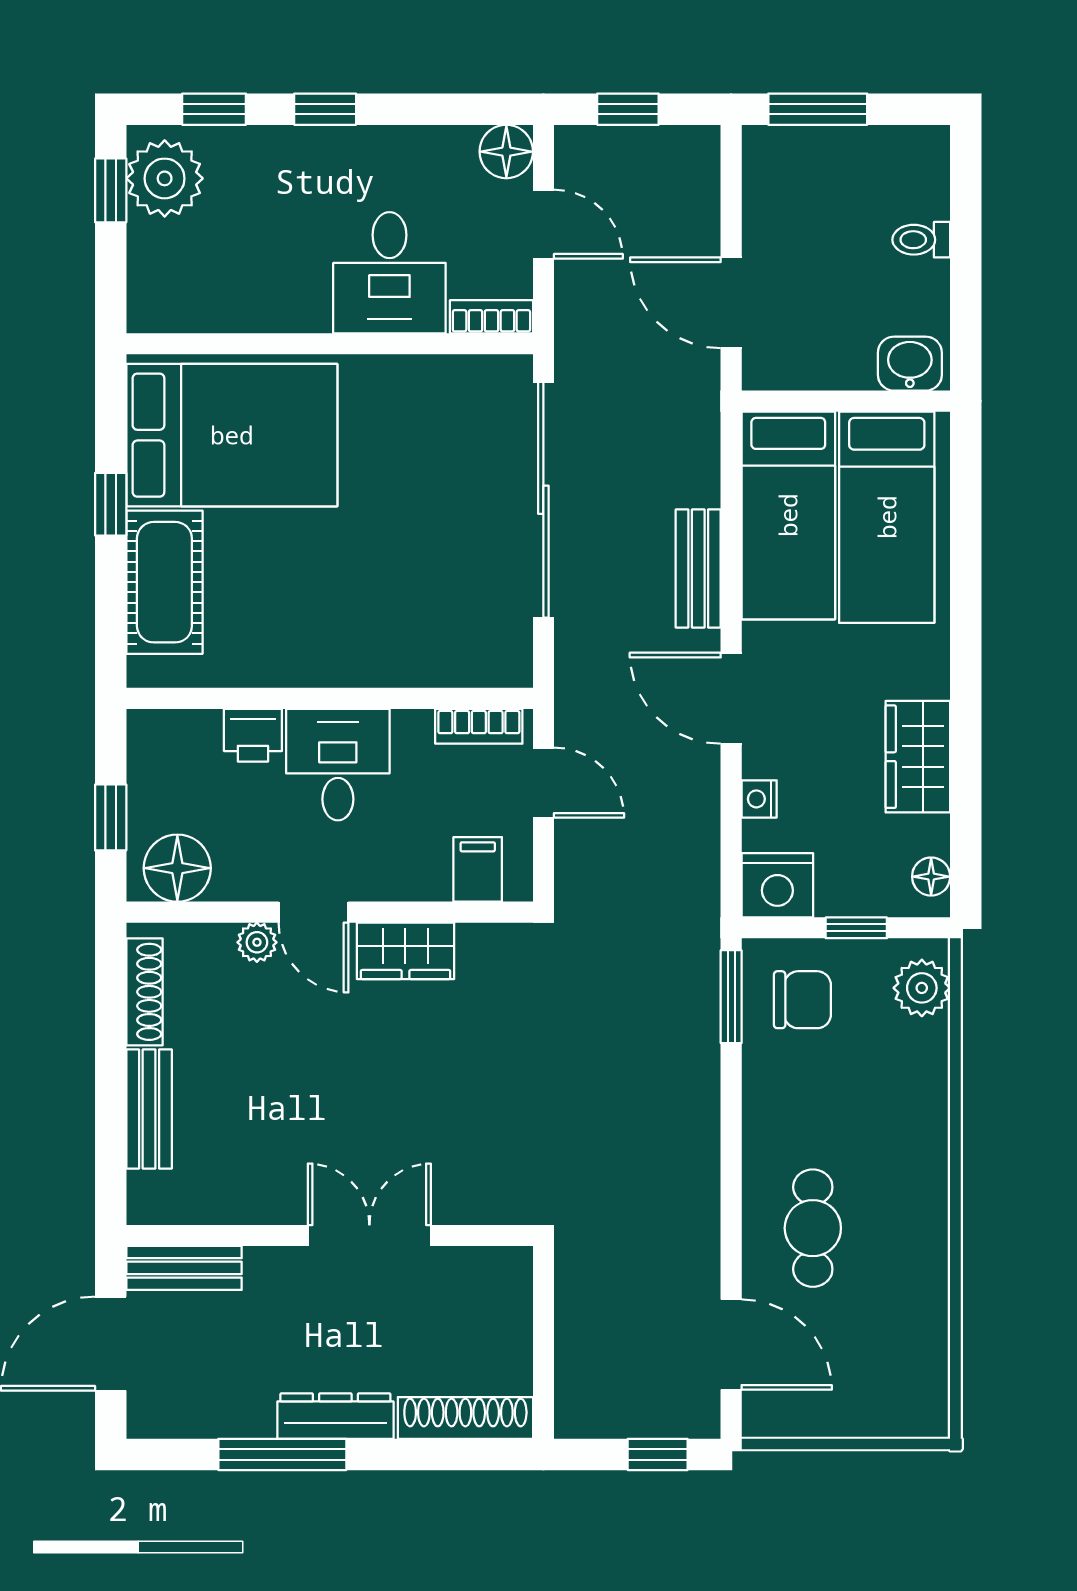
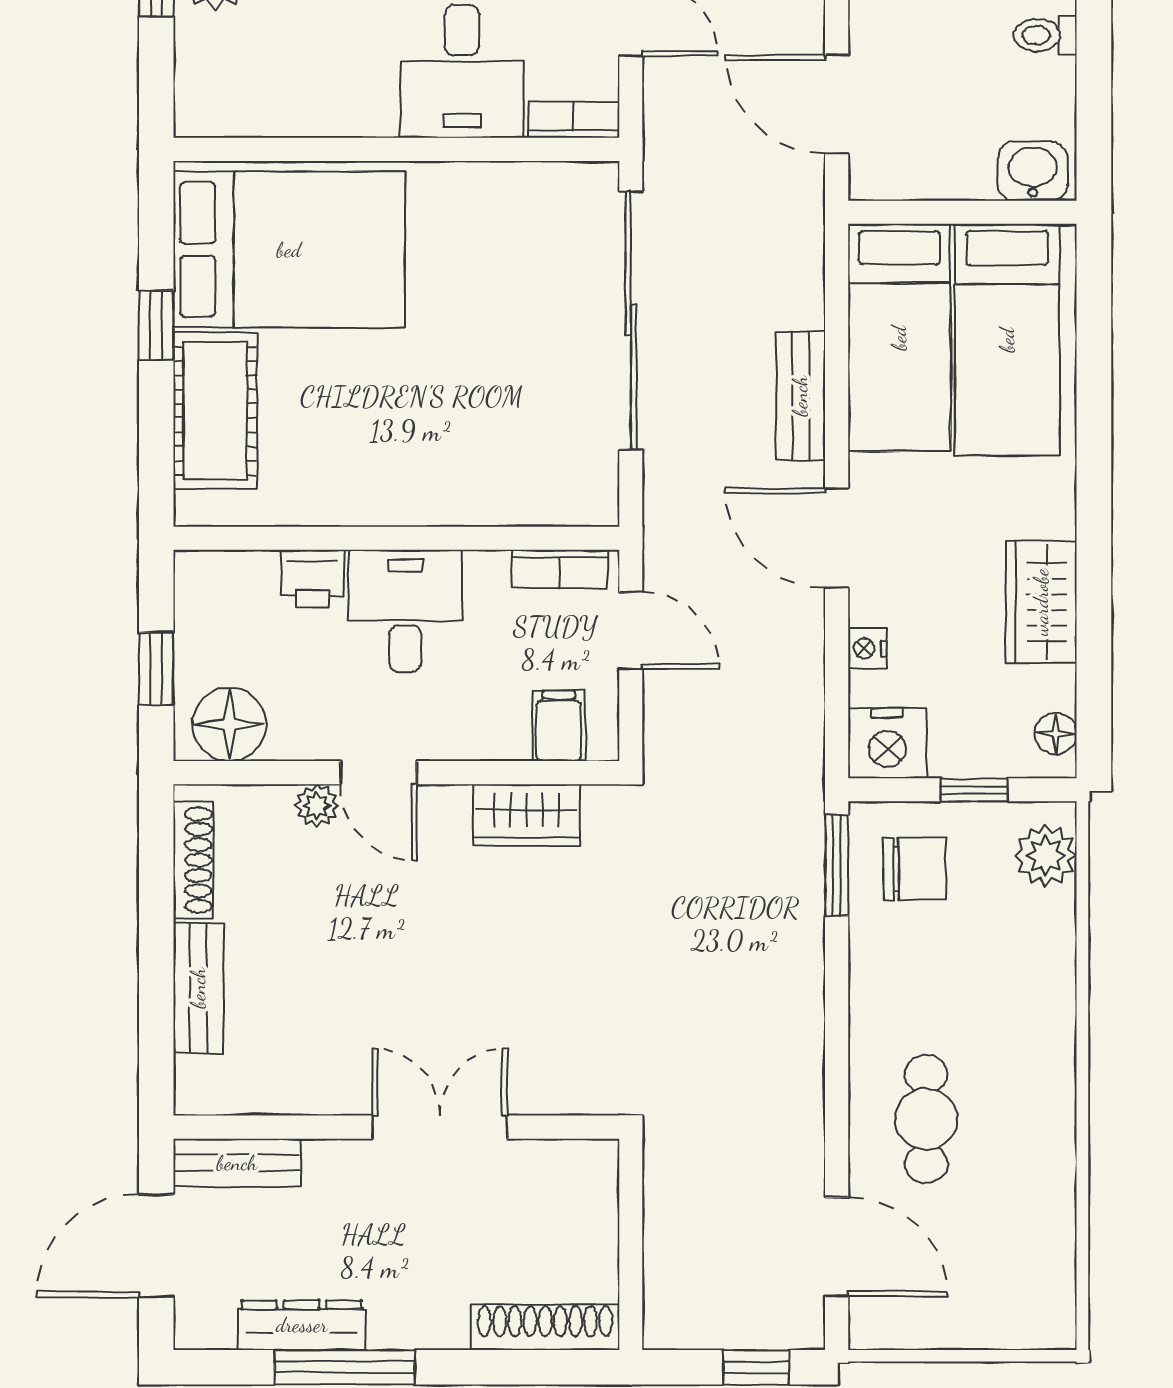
wardrobe: (405, 951) -> (526, 815), moved
dresser: (335, 1416) -> (302, 1325), moved

